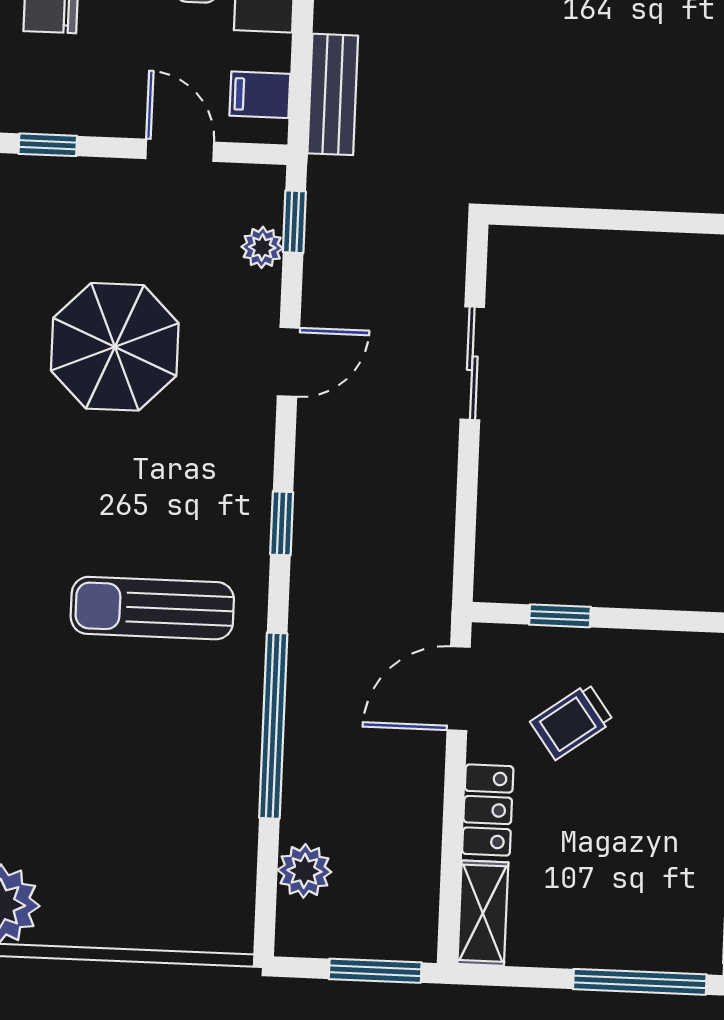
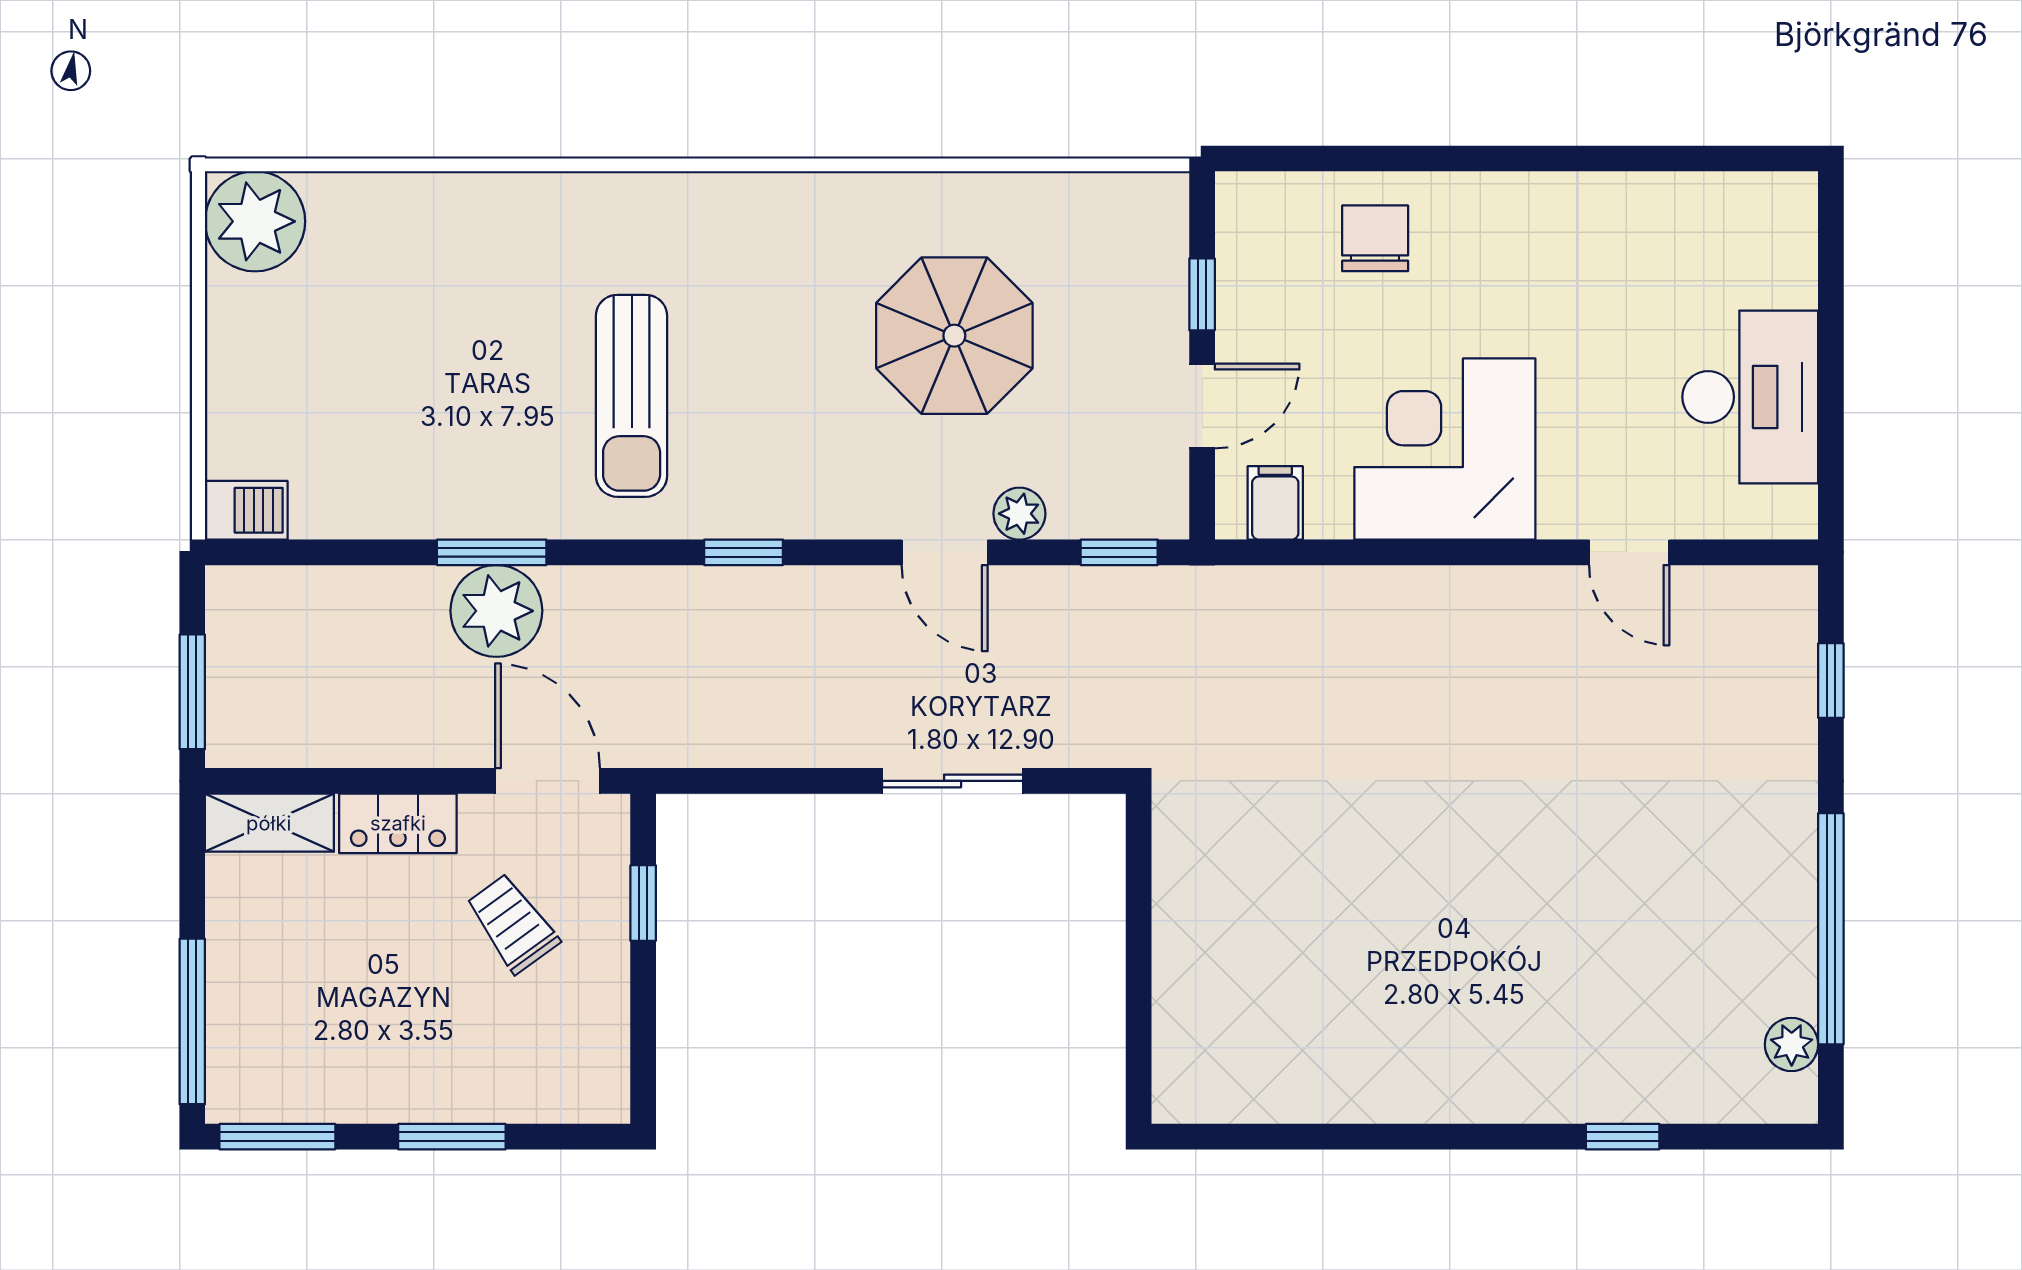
bench: (333, 94) -> (1279, 593), removed
window: (48, 145) -> (1202, 294), moved
plant: (262, 247) -> (1019, 514), moved
sun lounger: (152, 608) -> (632, 396), turned 180
window: (273, 726) -> (492, 552), width x0.47
plant: (304, 871) -> (496, 611), moved, width x1.36, depth x1.36
barbecue: (231, 921) -> (246, 510), added

